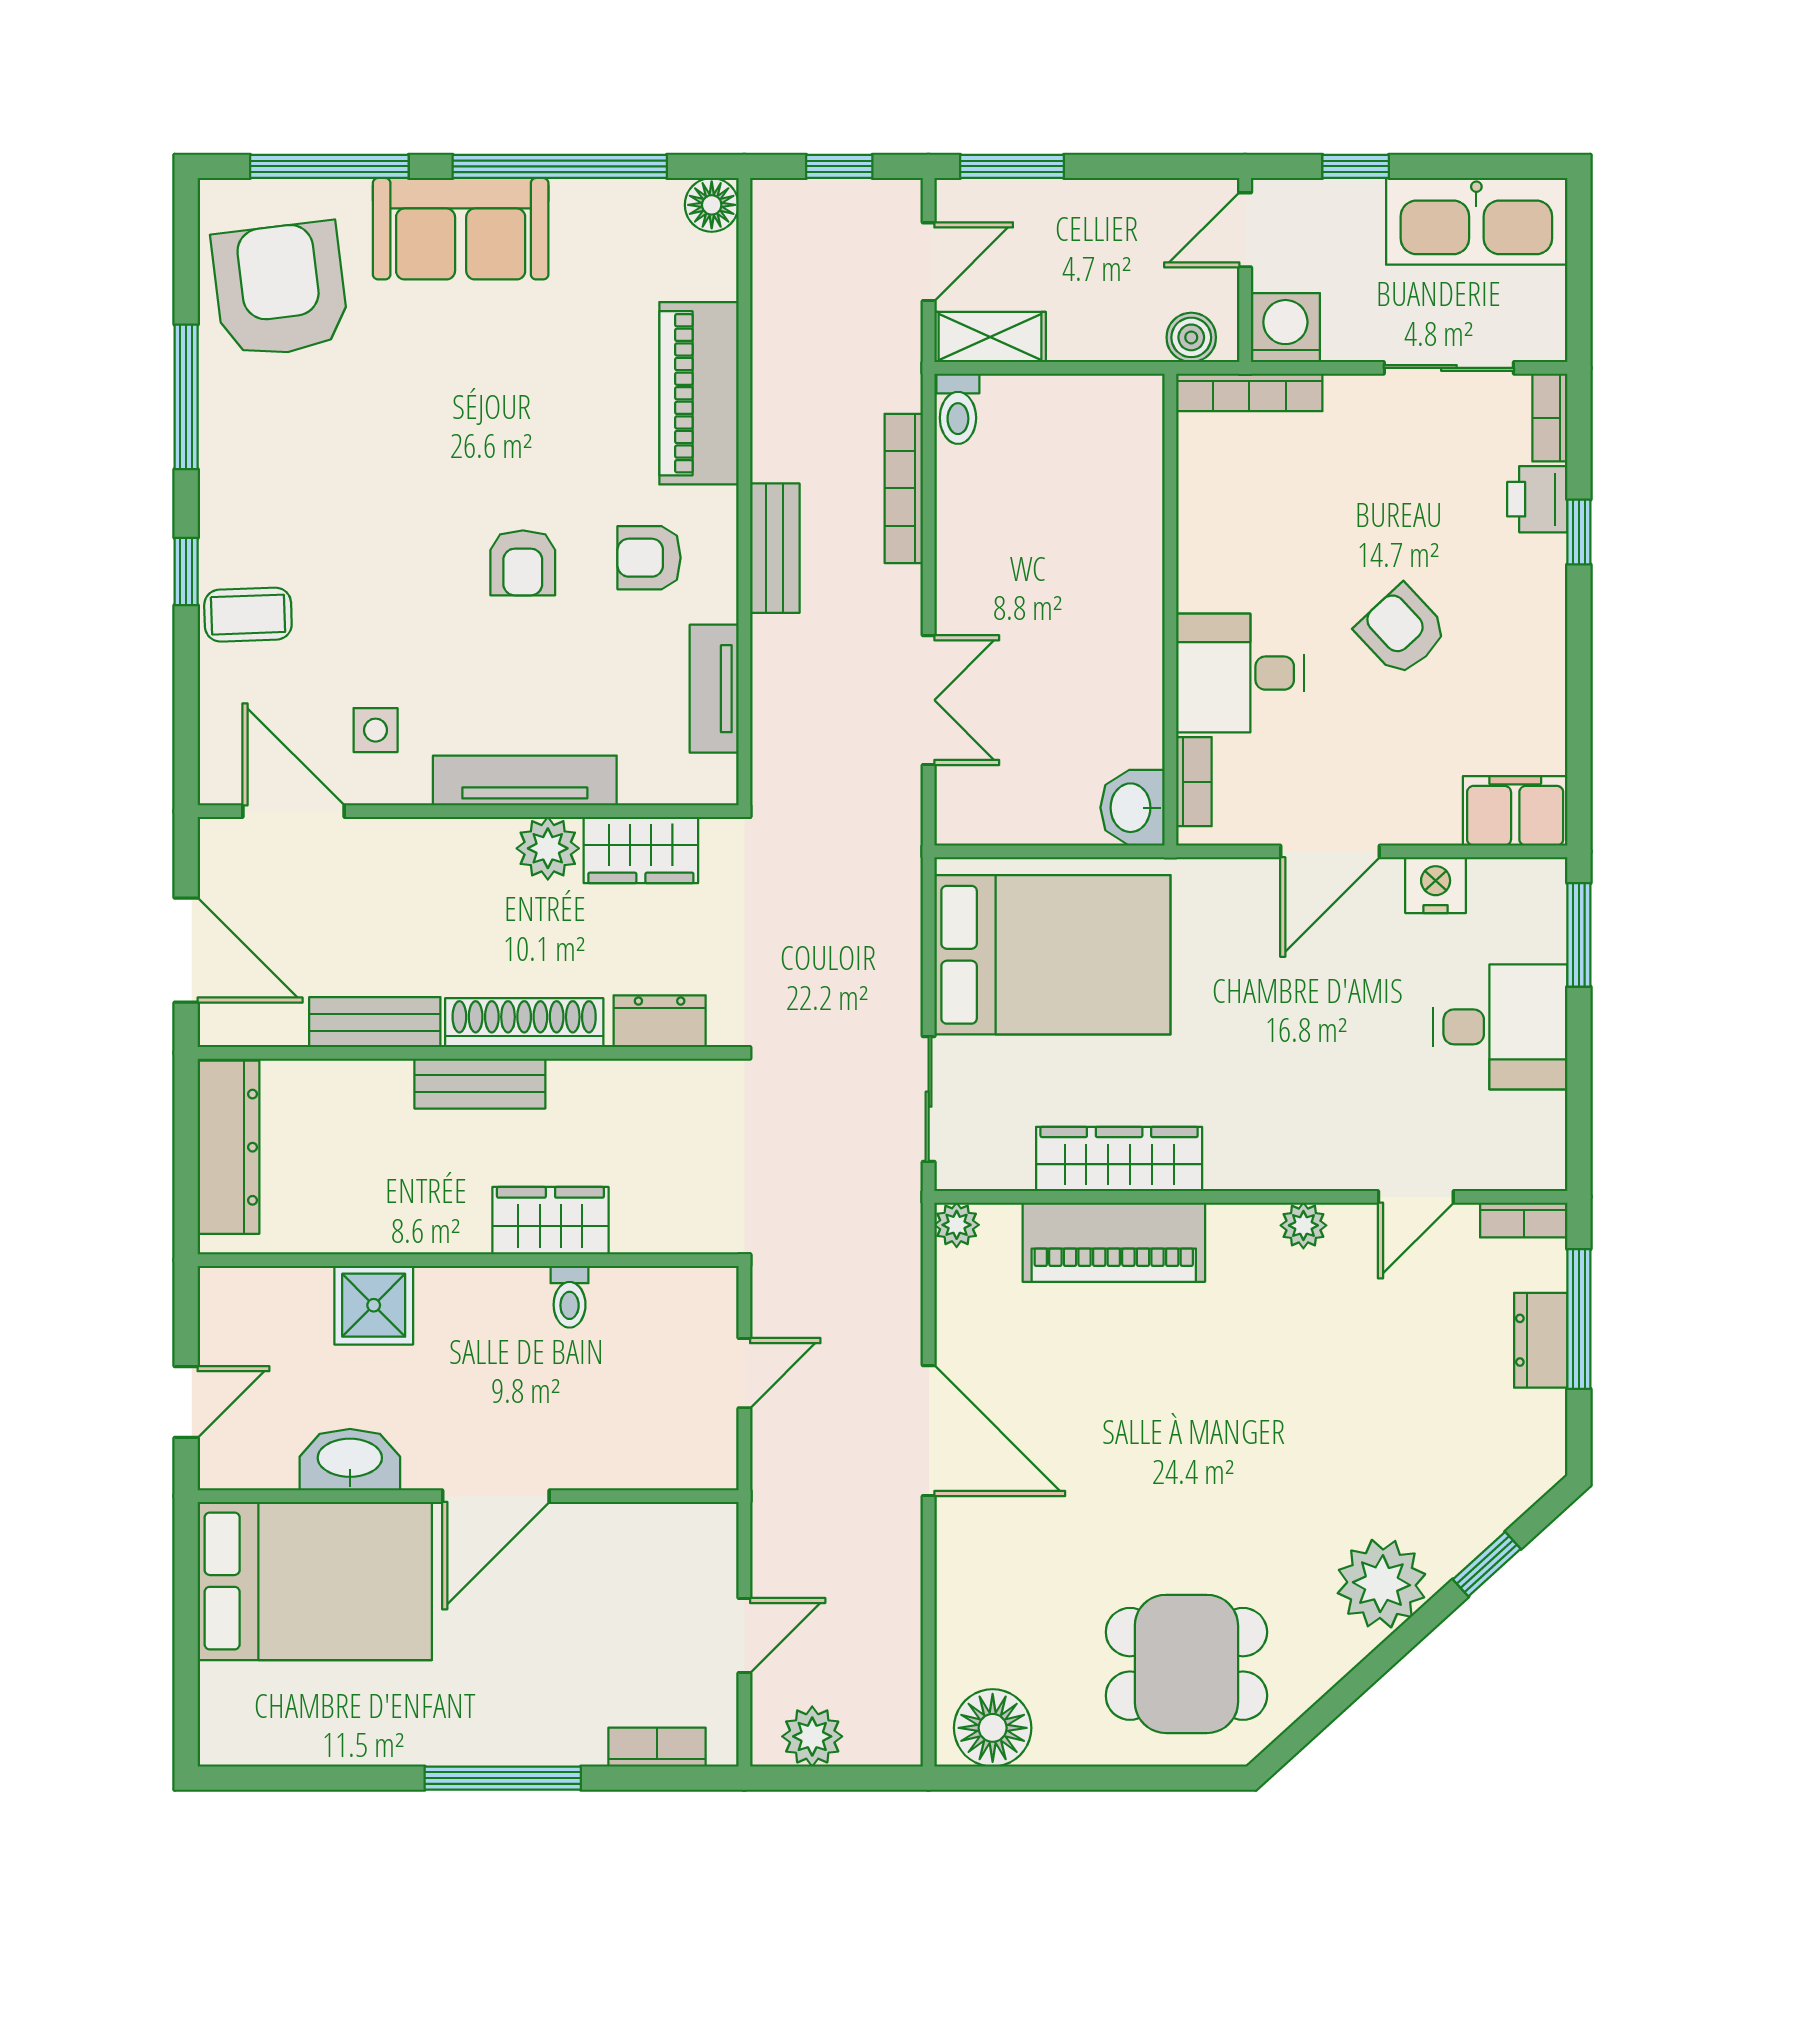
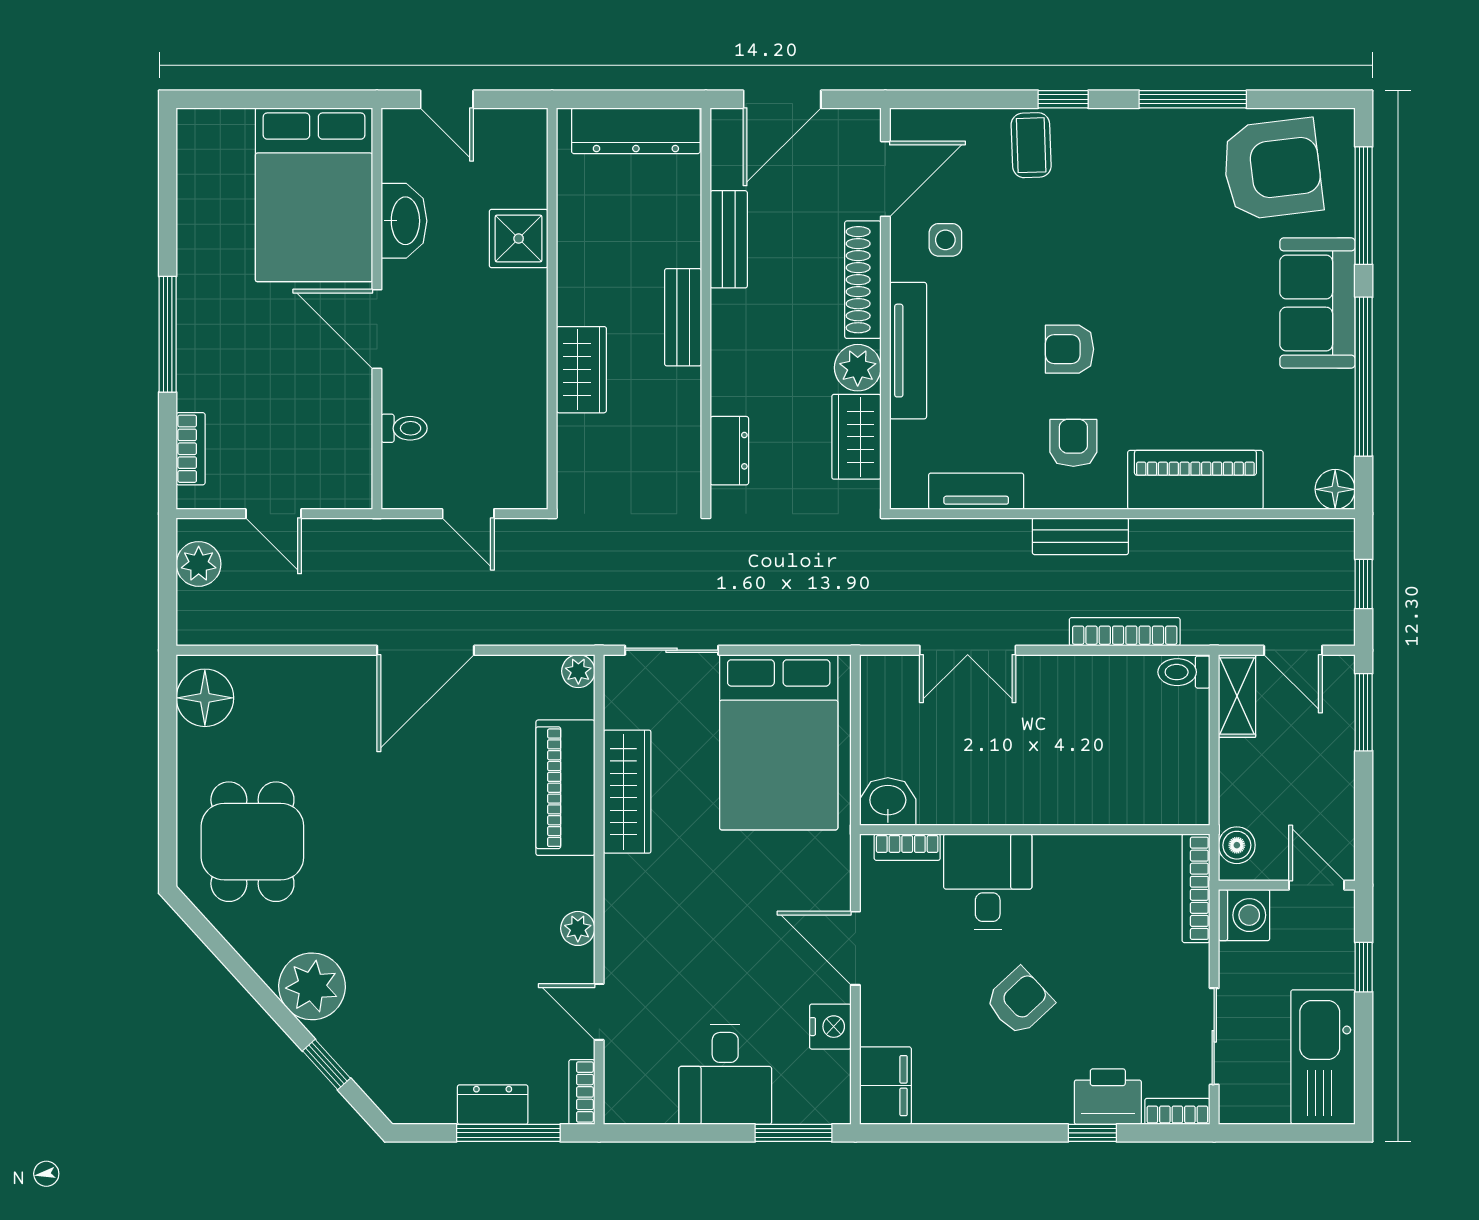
printer: (1537, 499) -> (1108, 1097), width x1.36, depth x1.24
shoe rack: (524, 1023) -> (863, 280), moved, turned 180
toilet: (570, 1297) -> (404, 428), moved, turned 180

